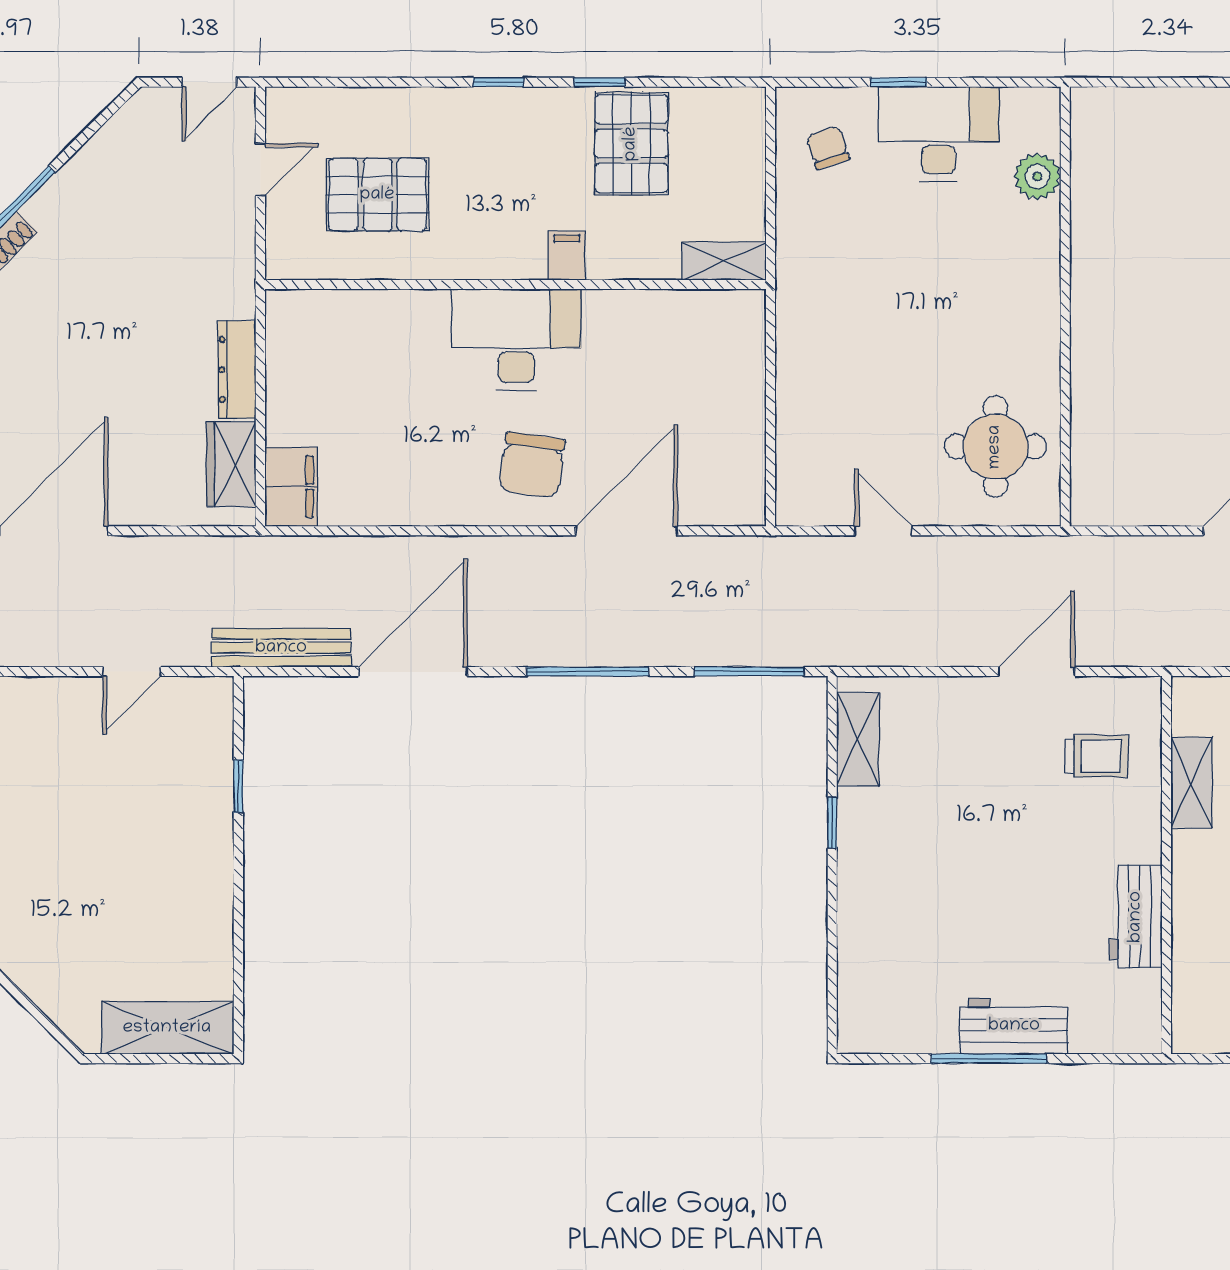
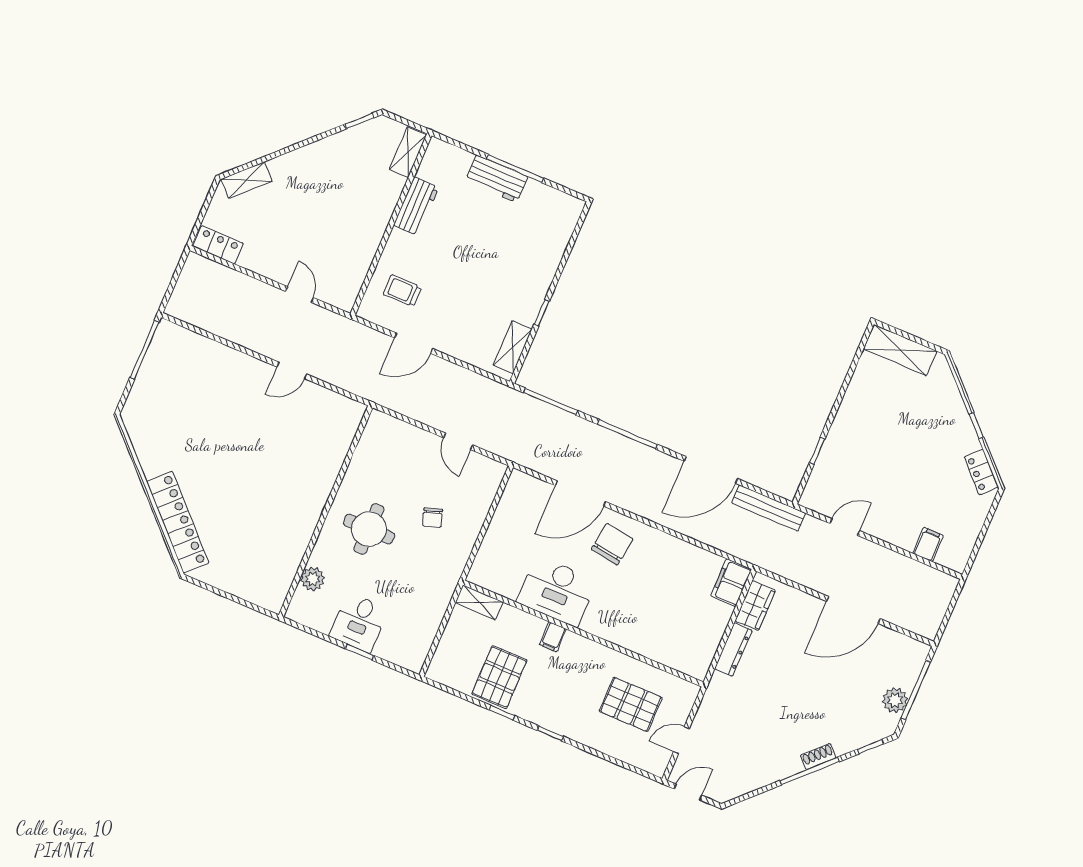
desk: (938, 134) -> (359, 623), width x0.73
chair: (828, 148) -> (432, 518), moved
desk: (516, 340) -> (557, 591), moved
round table: (995, 447) -> (369, 529), moved
shelving: (1191, 782) -> (408, 152), moved

